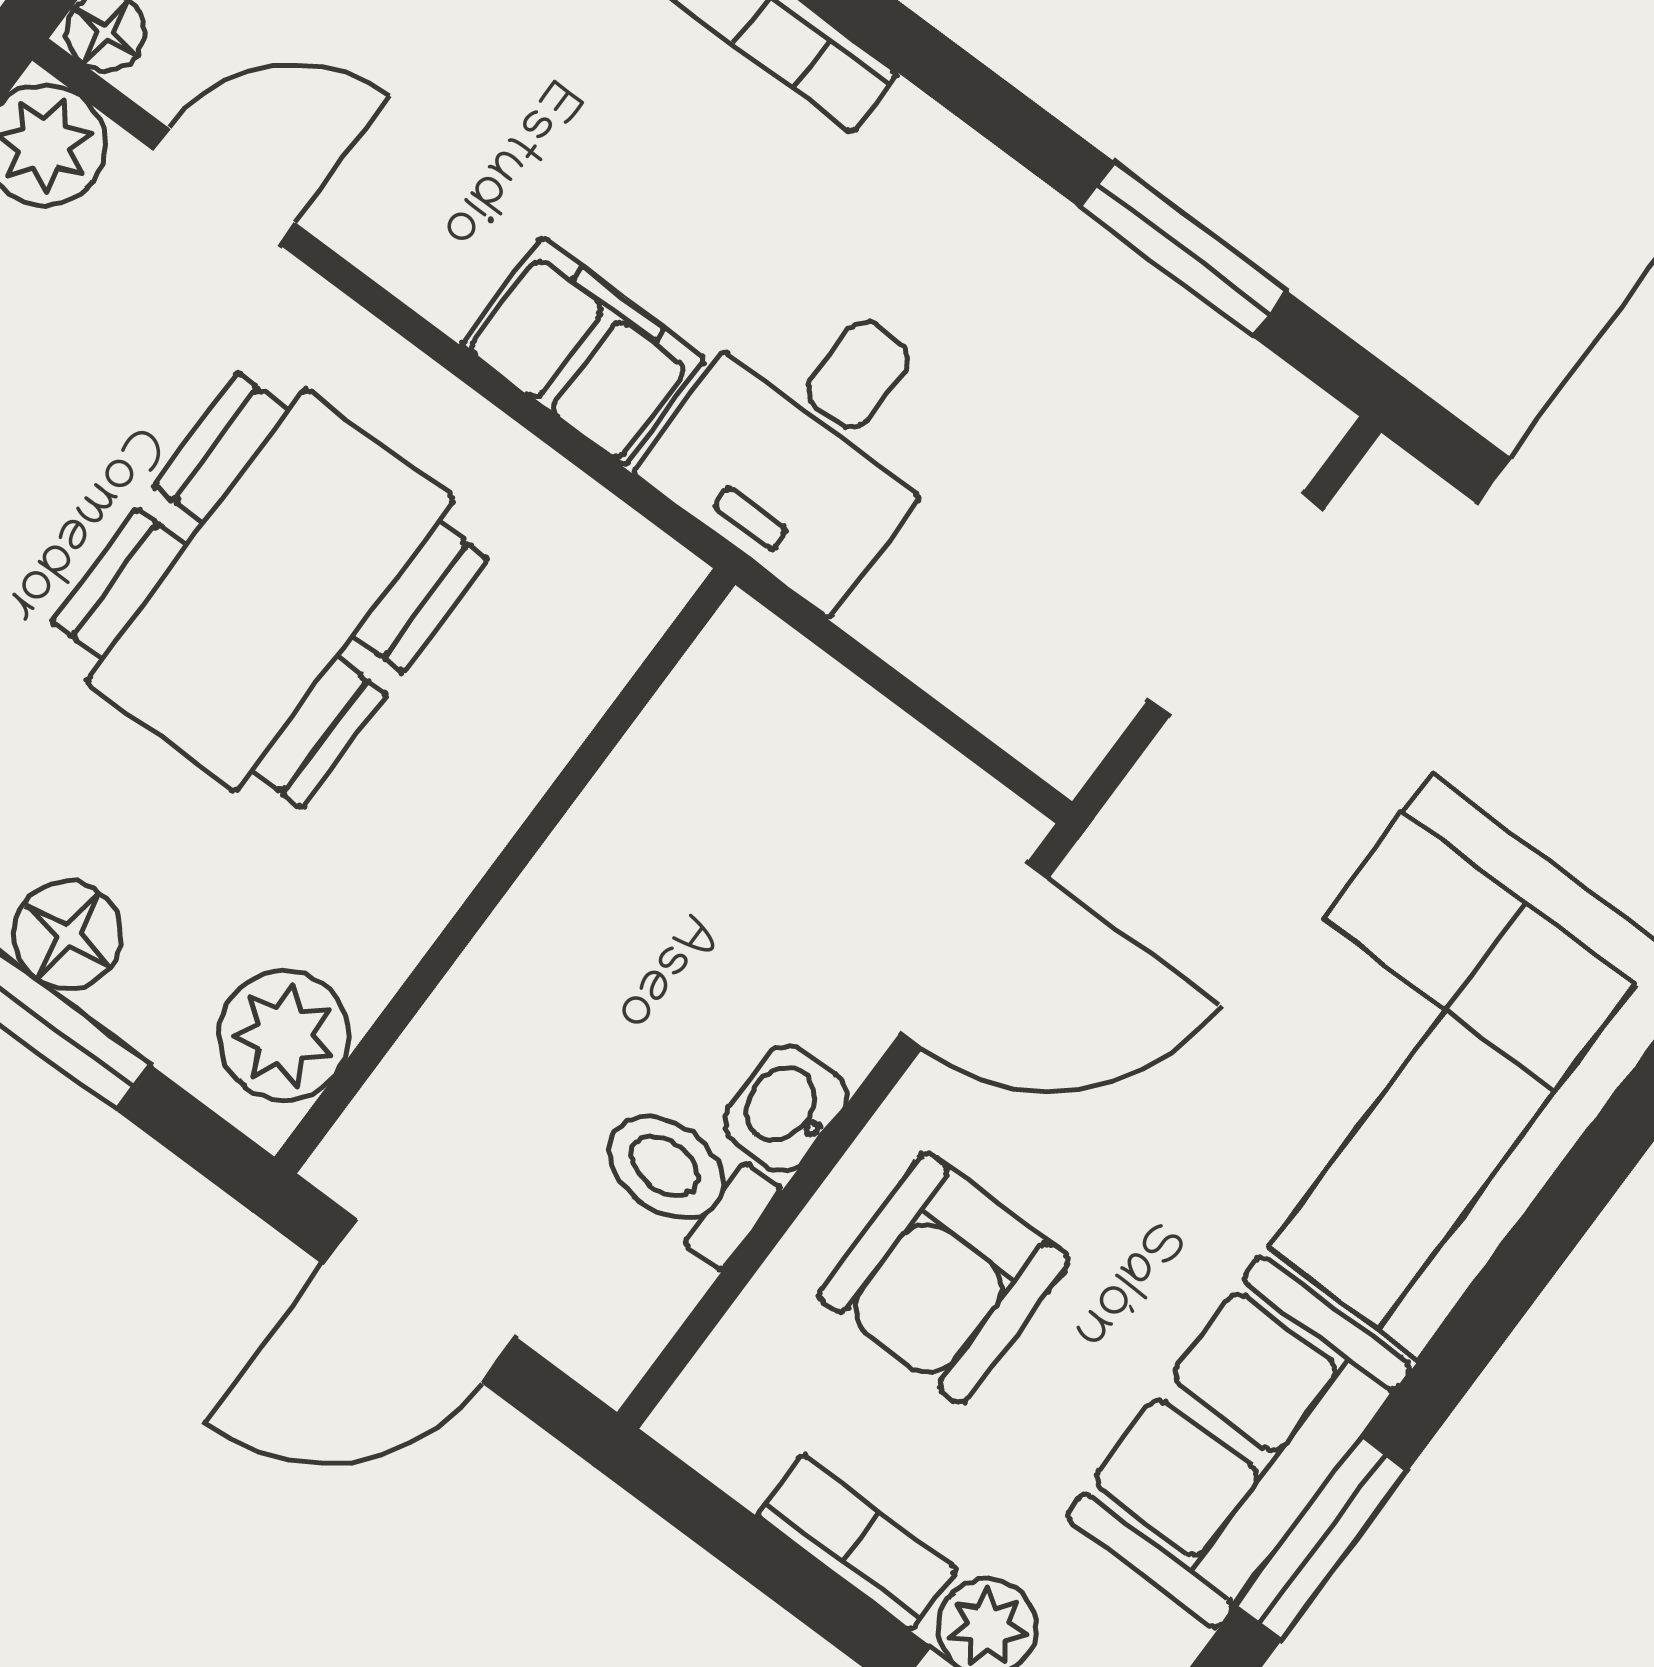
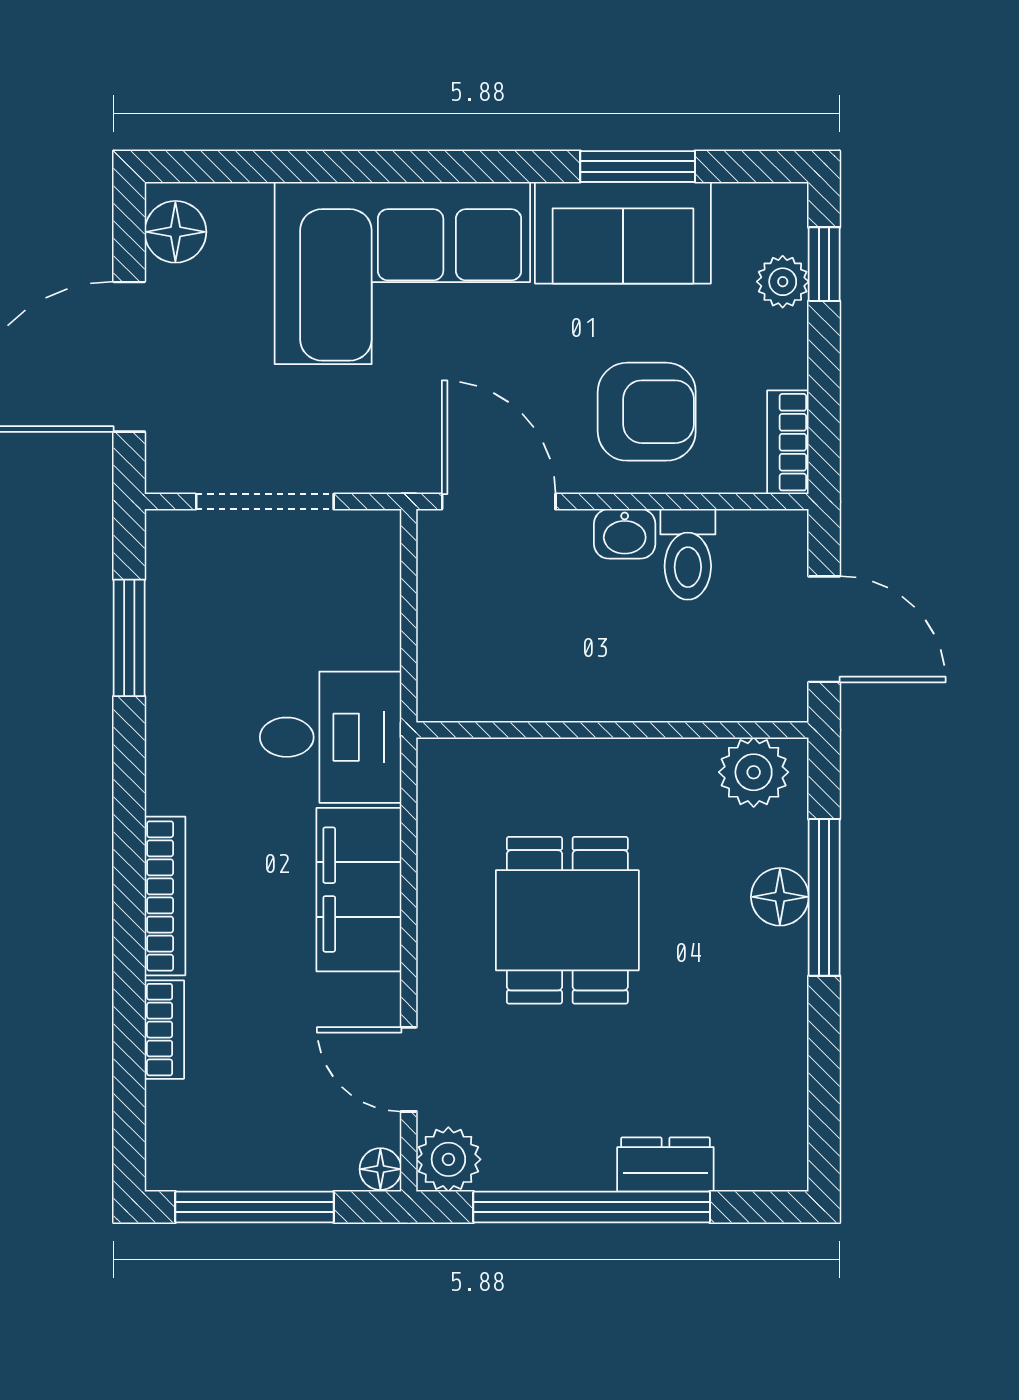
filing cabinet: (583, 352) -> (359, 890), width x1.50, depth x1.17
dining table: (270, 590) -> (567, 920), width x0.73
bookcase: (857, 1542) -> (788, 442), moved

